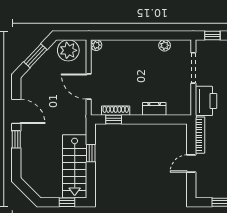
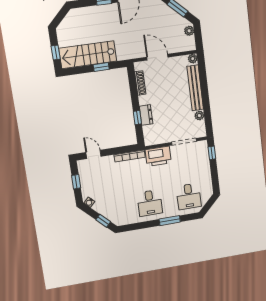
bench: (131, 46) -> (195, 88), added
plant: (68, 50) -> (189, 31), width x0.53, depth x0.53
door: (89, 87) -> (157, 57), hinge flipped
window: (114, 120) -> (137, 118), moved
door: (191, 164) -> (93, 154), moved

